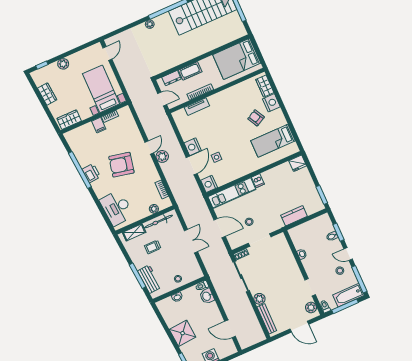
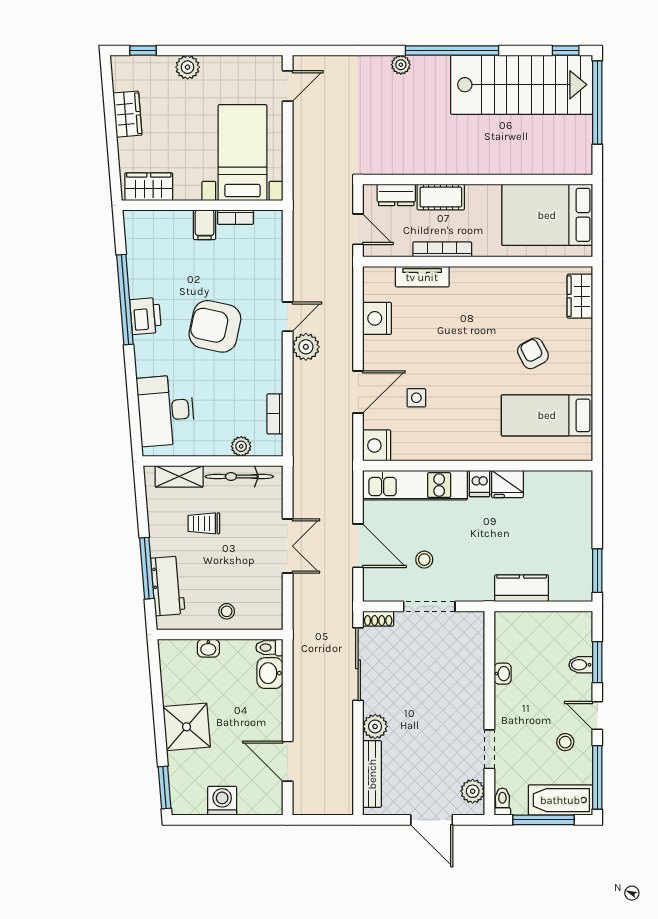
nightstand: (271, 103) -> (578, 336), removed
nightstand: (193, 147) -> (377, 318), moved
fridge: (298, 163) -> (507, 484), moved

